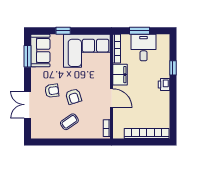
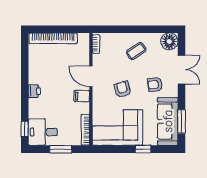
desk: (144, 48) -> (43, 132), moved, turned 90
sofa: (40, 50) -> (168, 121), width x1.36
window: (173, 68) -> (25, 129), moved
filing cabinet: (120, 75) -> (82, 96), width x0.50
armchair: (73, 96) -> (123, 89), moved
floor lamp: (39, 131) -> (169, 41), added

